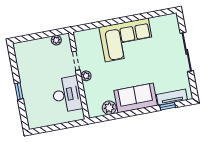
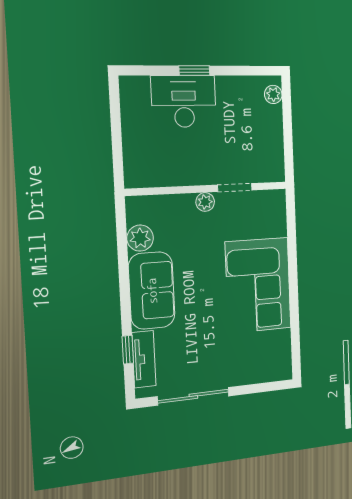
plant: (56, 40) -> (273, 94), moved
sliding door: (187, 52) -> (193, 396), moved
desk: (67, 94) -> (184, 101), moved, turned 180

